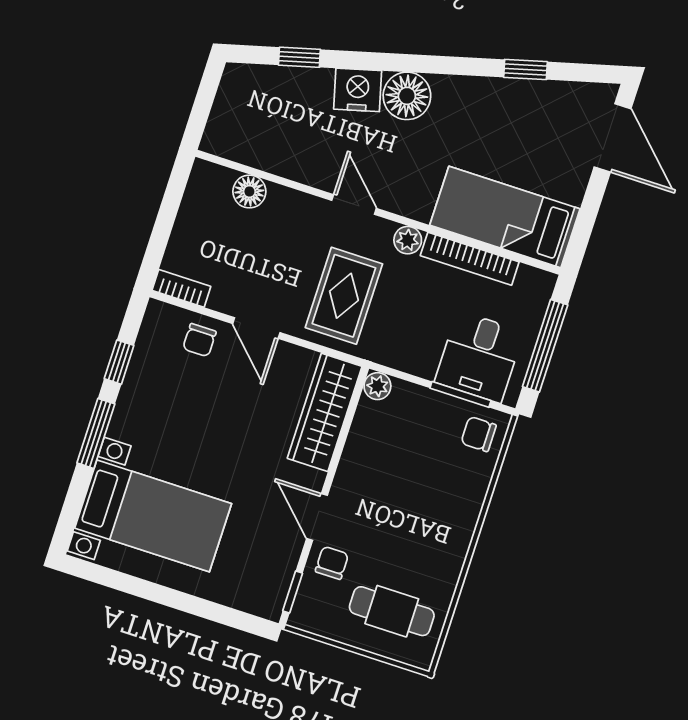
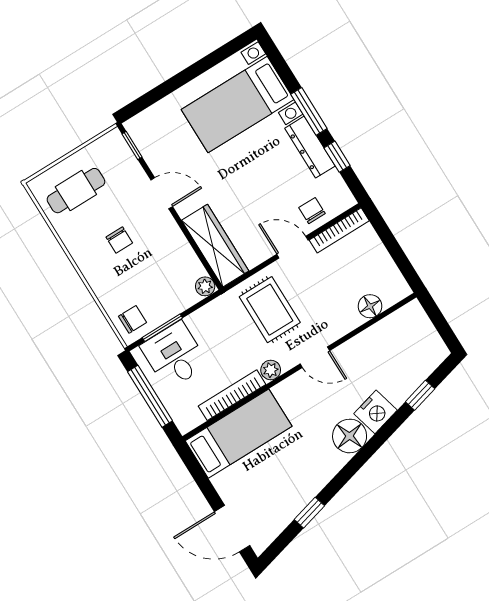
bookcase: (181, 288) -> (339, 230), width x1.56
dresser: (133, 400) -> (310, 147), added
chair: (332, 563) -> (119, 240), moved

